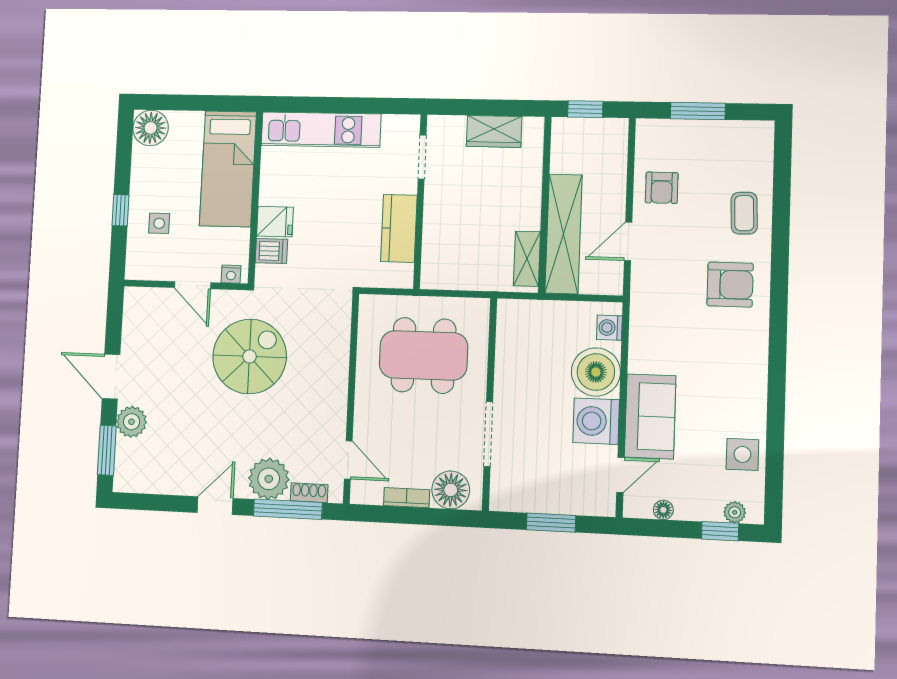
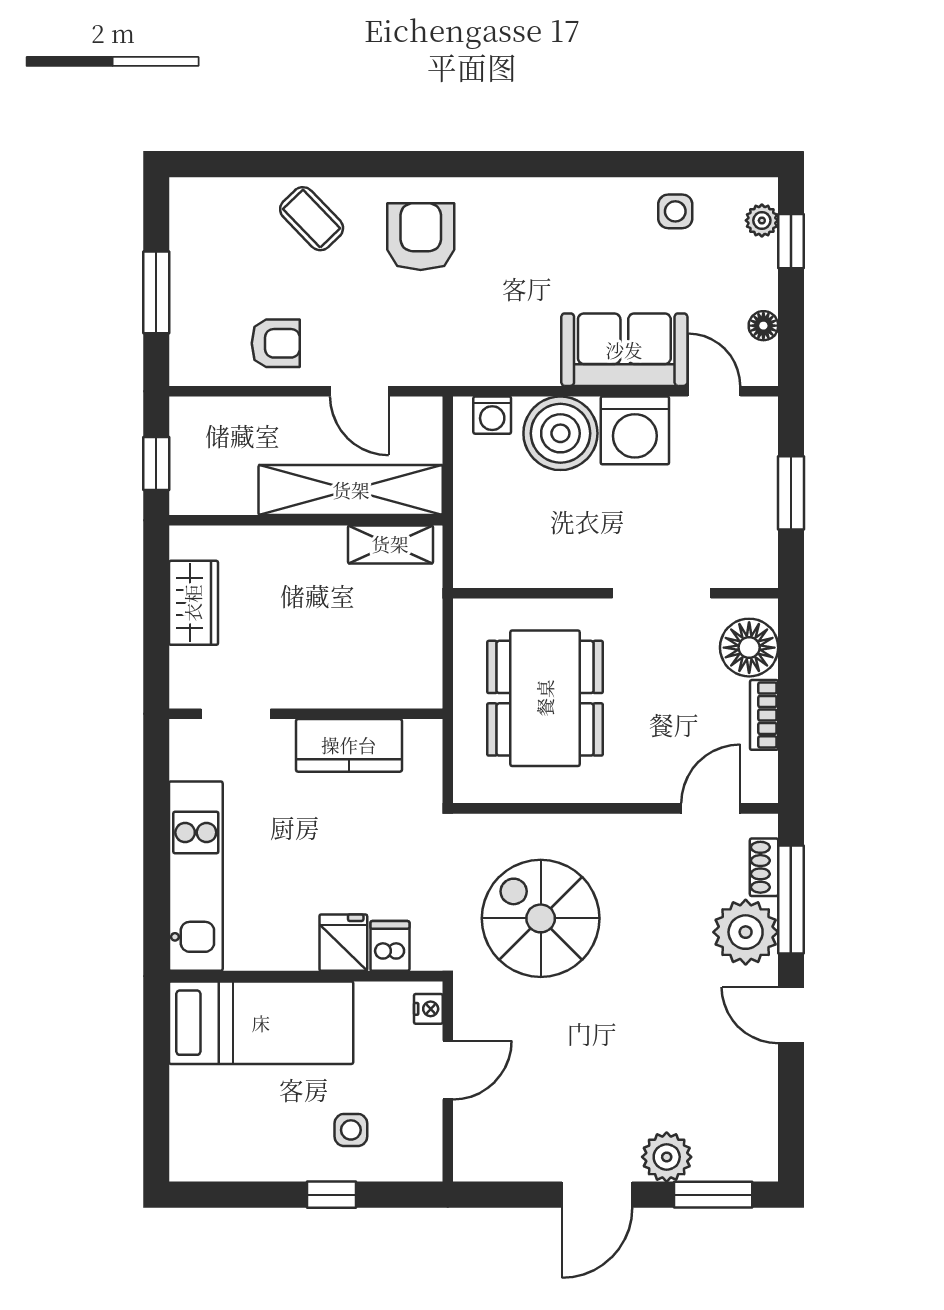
floor lamp: (151, 128) -> (198, 1153), removed
coffee table: (744, 213) -> (312, 219), turned 48
spiral stairs: (250, 356) -> (541, 918), moved
side table: (742, 454) -> (675, 211), width x0.73, depth x0.73

